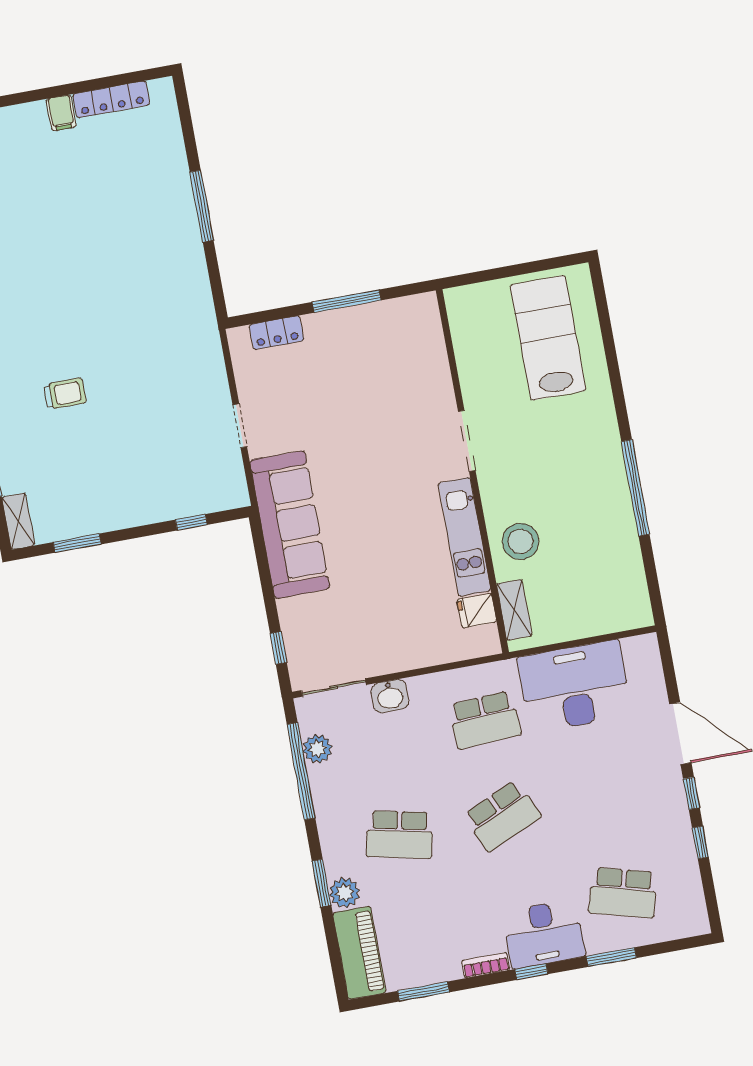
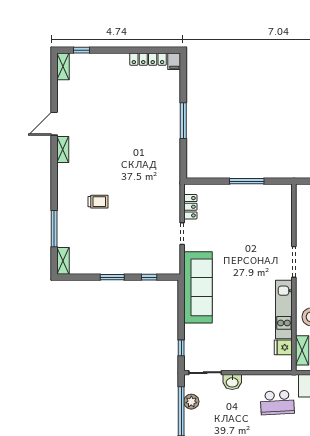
filing cabinet: (61, 113) -> (174, 61), moved
locker: (276, 333) -> (190, 207), moved, turned -90
window: (77, 543) -> (112, 277), moved

